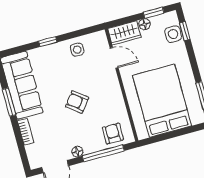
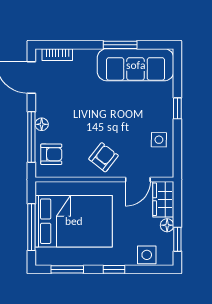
window: (185, 31) -> (114, 269), moved
armchair: (77, 102) -> (104, 157), moved
bookcase: (26, 132) -> (57, 55), moved
window: (176, 133) -> (31, 227), added
floor lamp: (77, 152) -> (42, 124), moved

